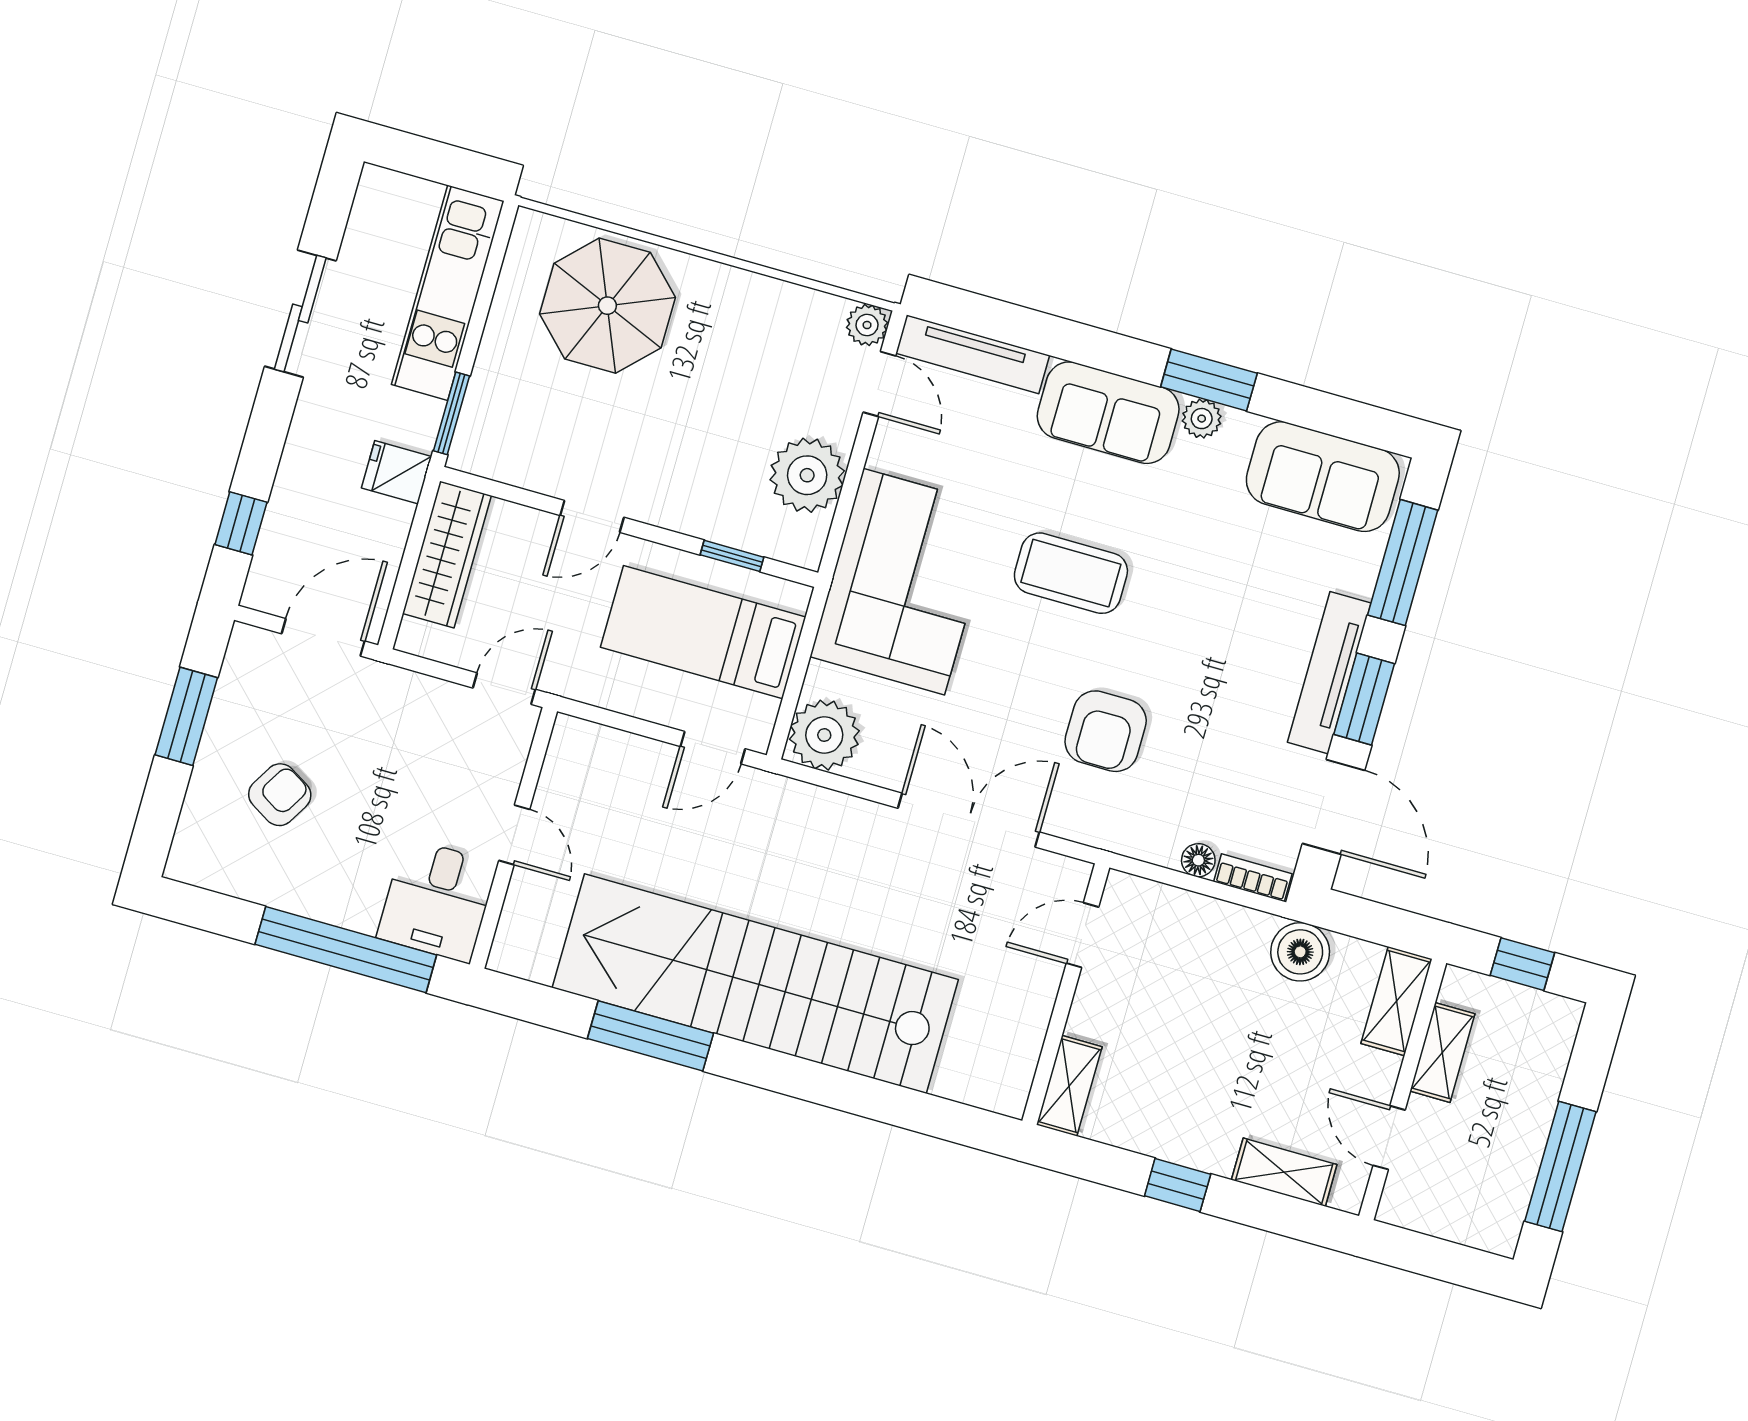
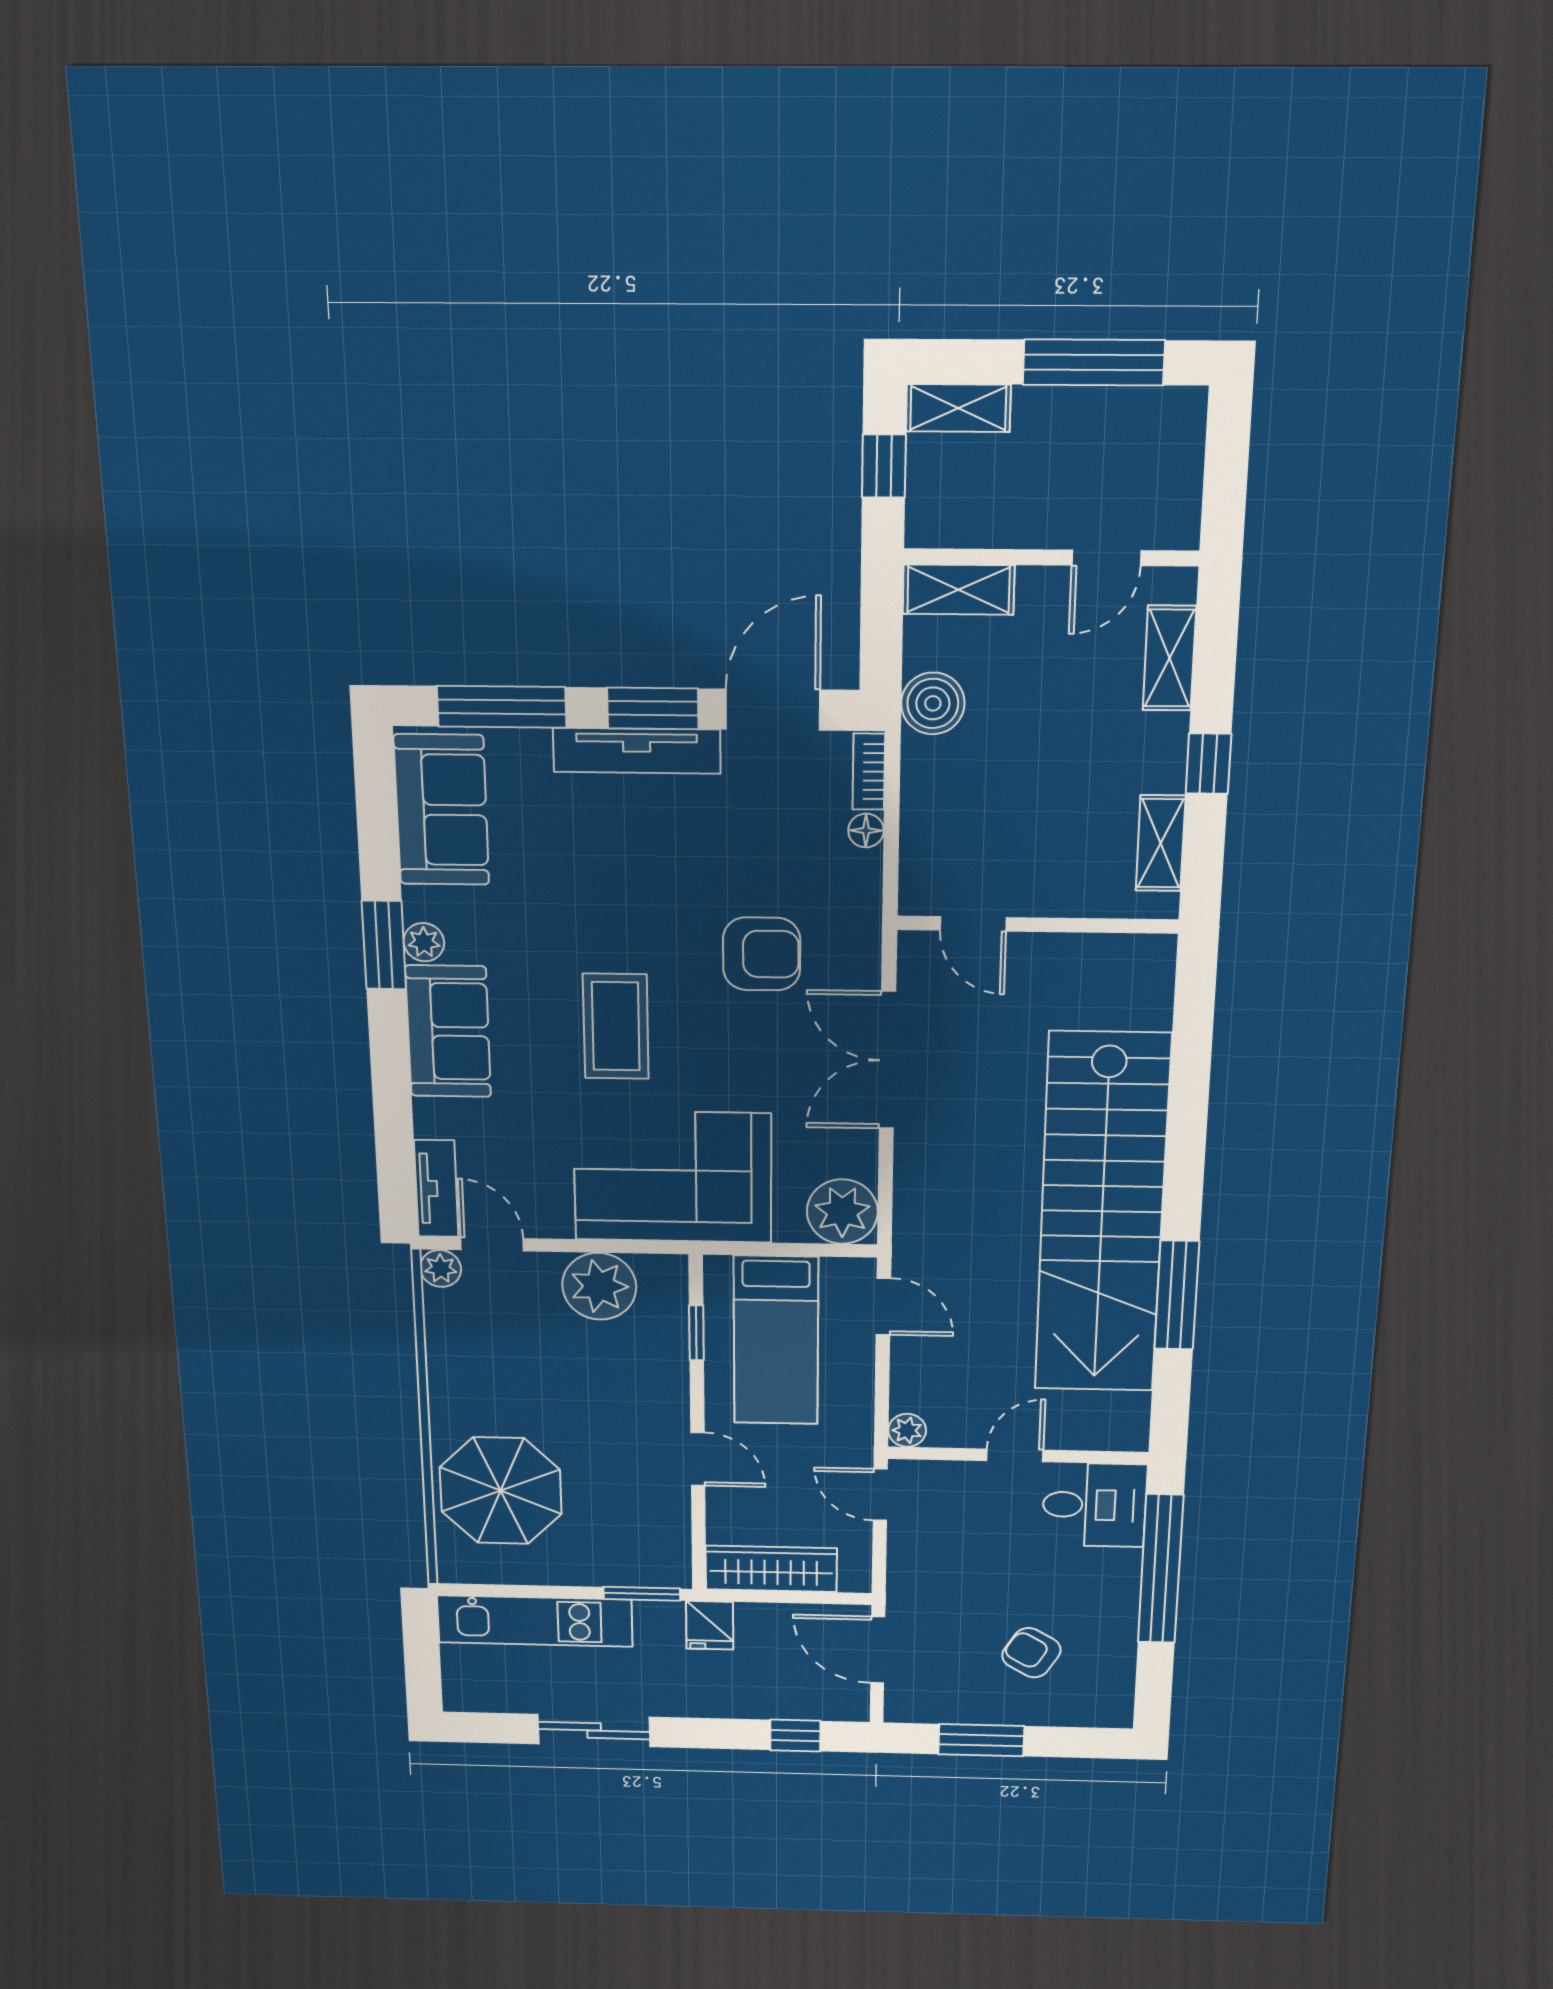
tv unit: (973, 354) -> (436, 1189), width x0.71
door: (879, 384) -> (492, 1244), hinge flipped
plant: (570, 735) -> (907, 1430), added
shelving: (1442, 1052) -> (958, 408), moved
shelving: (1069, 1086) -> (1161, 843), moved, turned 90

